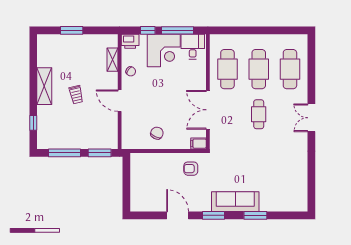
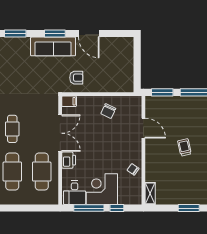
printer: (130, 41) -> (69, 160), moved, turned 90
shelving: (113, 60) -> (150, 193), moved
door: (120, 101) -> (143, 128), moved
sofa: (235, 202) -> (53, 46), moved

